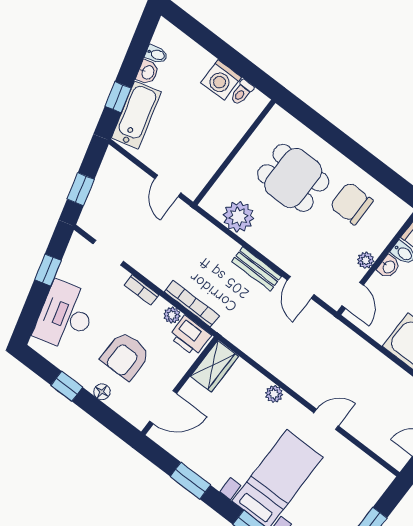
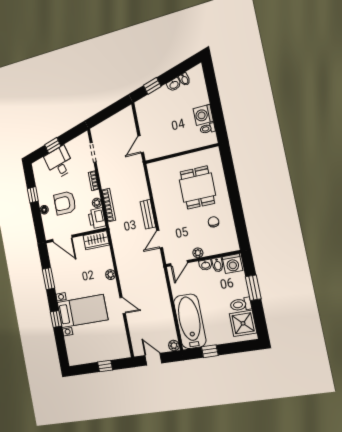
bathtub: (136, 115) -> (153, 101), removed
window: (81, 189) -> (104, 115), removed
chair: (352, 203) -> (213, 222), width x0.54, depth x0.54
plant: (238, 217) -> (159, 184), removed
window: (48, 270) -> (53, 145), moved
desk: (66, 316) -> (59, 162), width x0.73

